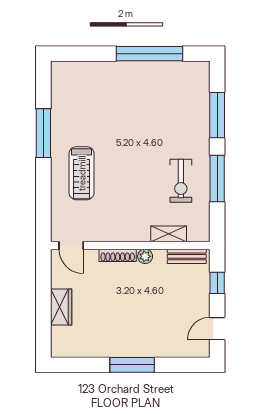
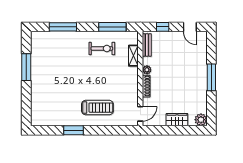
window: (150, 54) -> (26, 67), width x0.68
window: (43, 133) -> (74, 130), width x0.69
window: (217, 179) -> (112, 27), moved
plant: (61, 347) -> (201, 120), added

